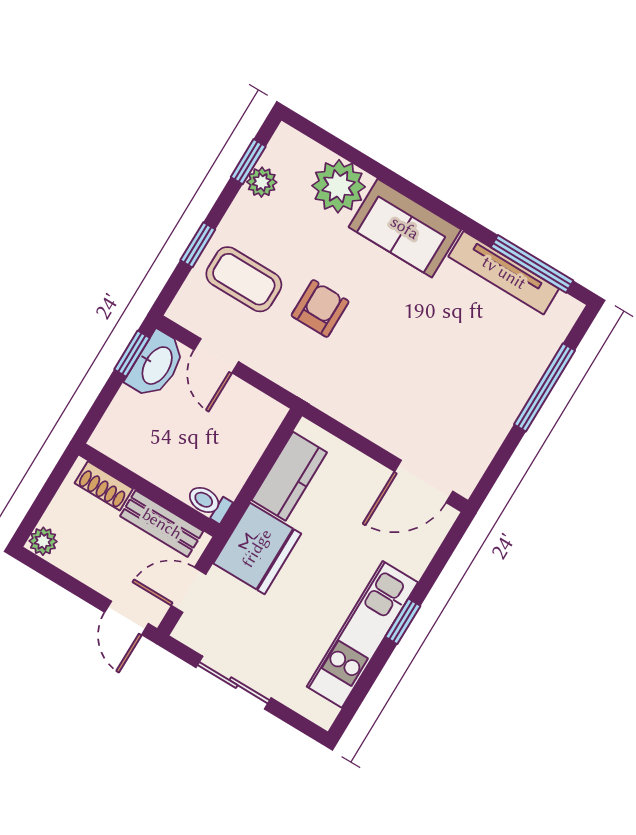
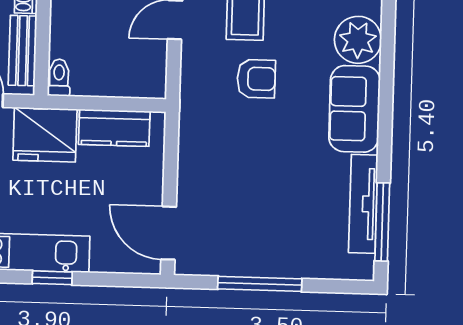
window: (544, 387) -> (260, 284), moved

